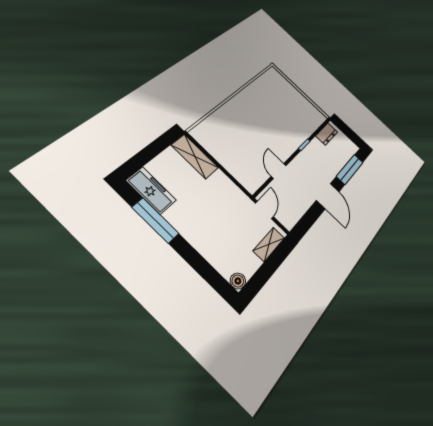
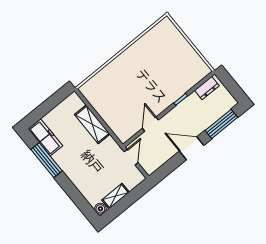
shelving: (195, 156) -> (92, 124), moved
door: (328, 196) -> (192, 148), swing flipped
shelving: (269, 244) -> (116, 196), moved

